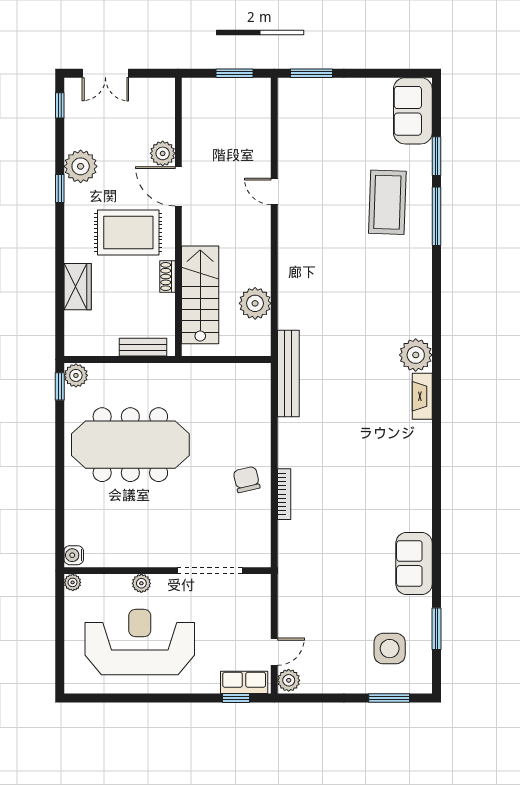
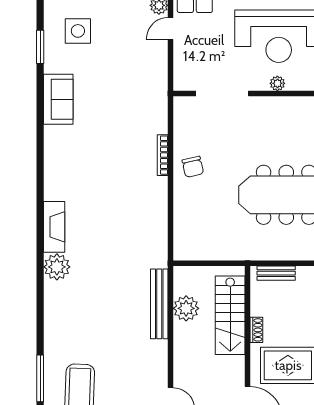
bench: (288, 374) -> (159, 304), moved
fireplace: (422, 396) -> (54, 227), width x1.37, depth x1.32

